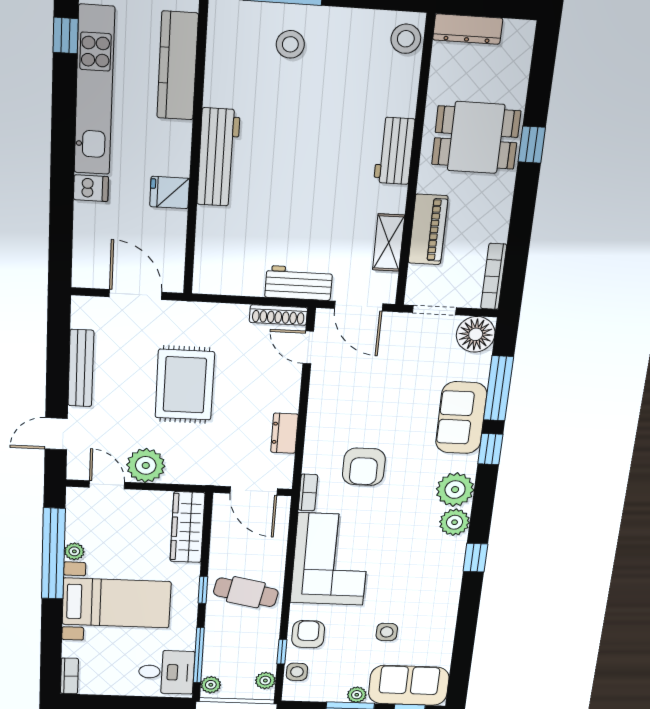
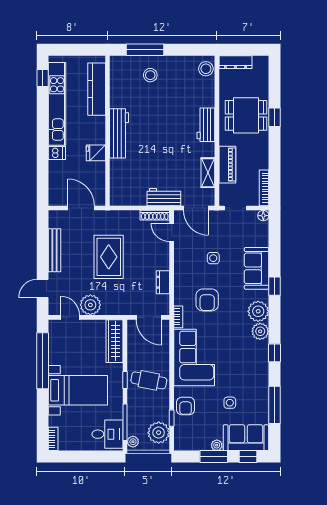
floor lamp: (476, 334) -> (263, 216), width x0.53, depth x0.53
window: (499, 388) -> (274, 405), moved
plant: (74, 551) -> (54, 359), removed
armchair: (308, 634) -> (186, 406), turned 180
side table: (297, 672) -> (213, 258), moved
plant: (265, 681) -> (159, 433), width x1.87, depth x1.87

